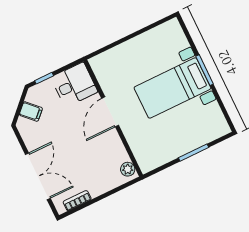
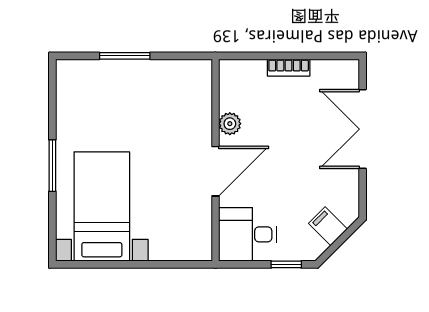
bed with nightstands: (172, 88) -> (102, 206), moved, turned -90
plant: (128, 169) -> (230, 124), moved
bookcase: (77, 201) -> (289, 68), moved

